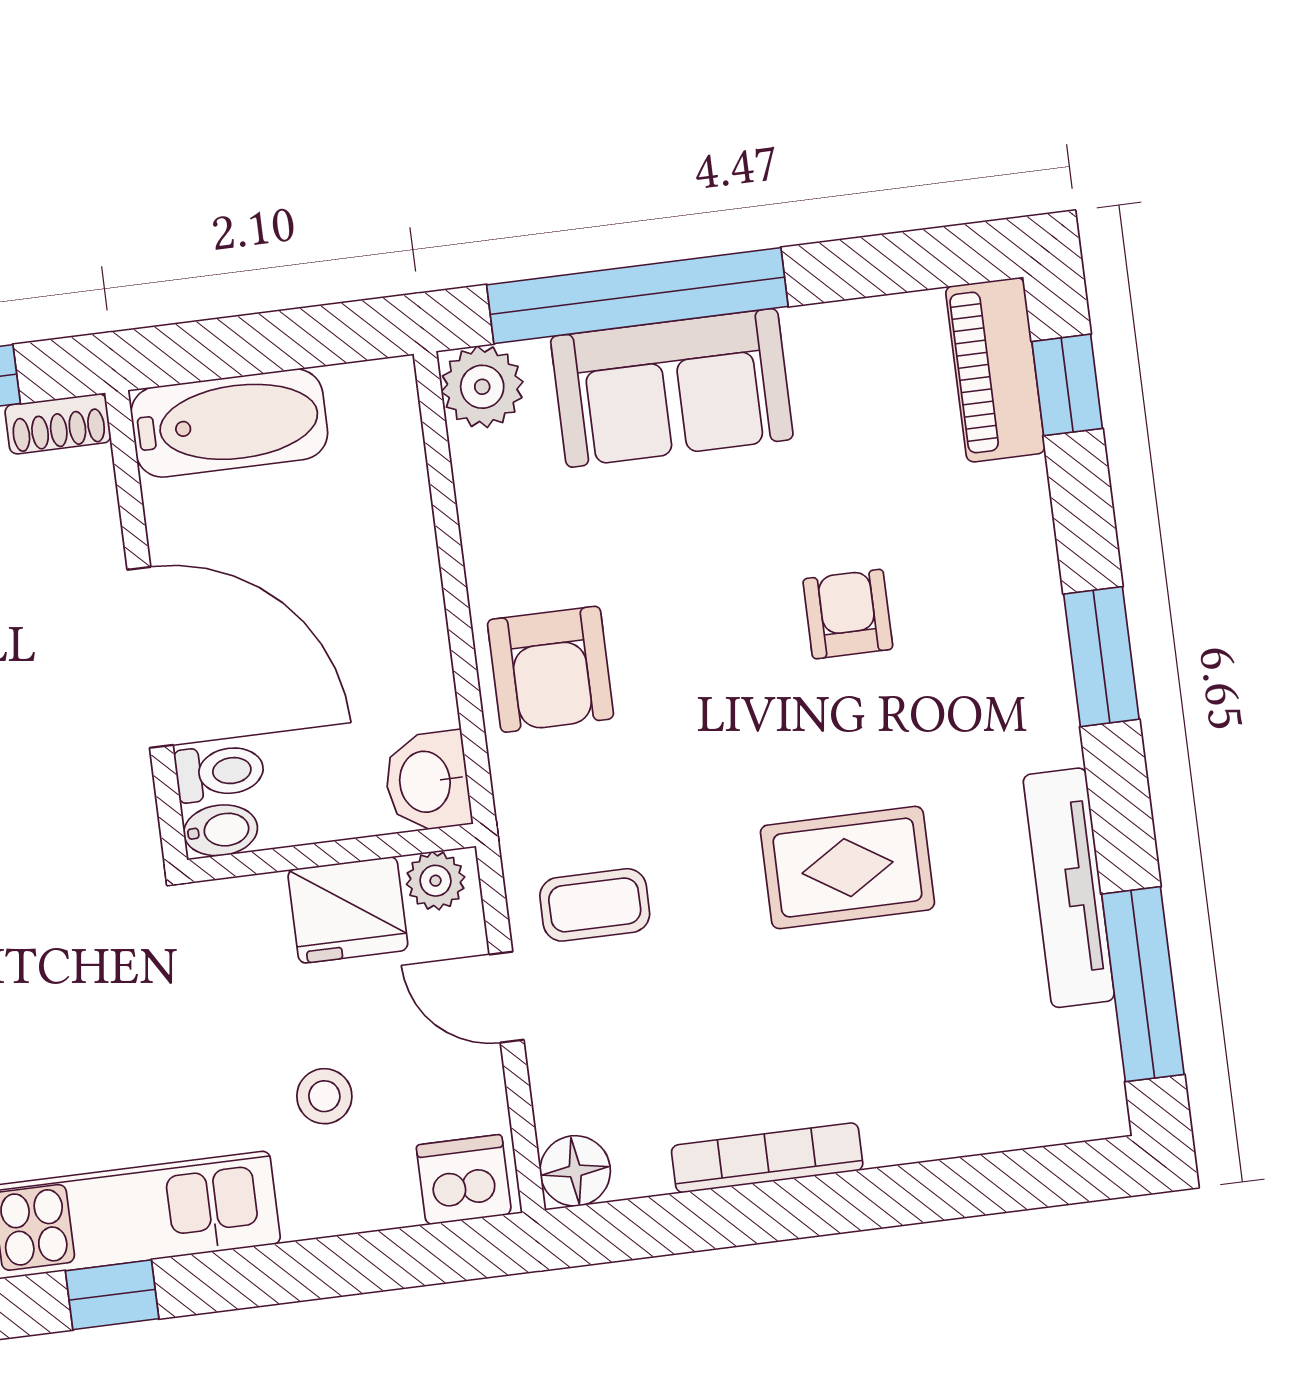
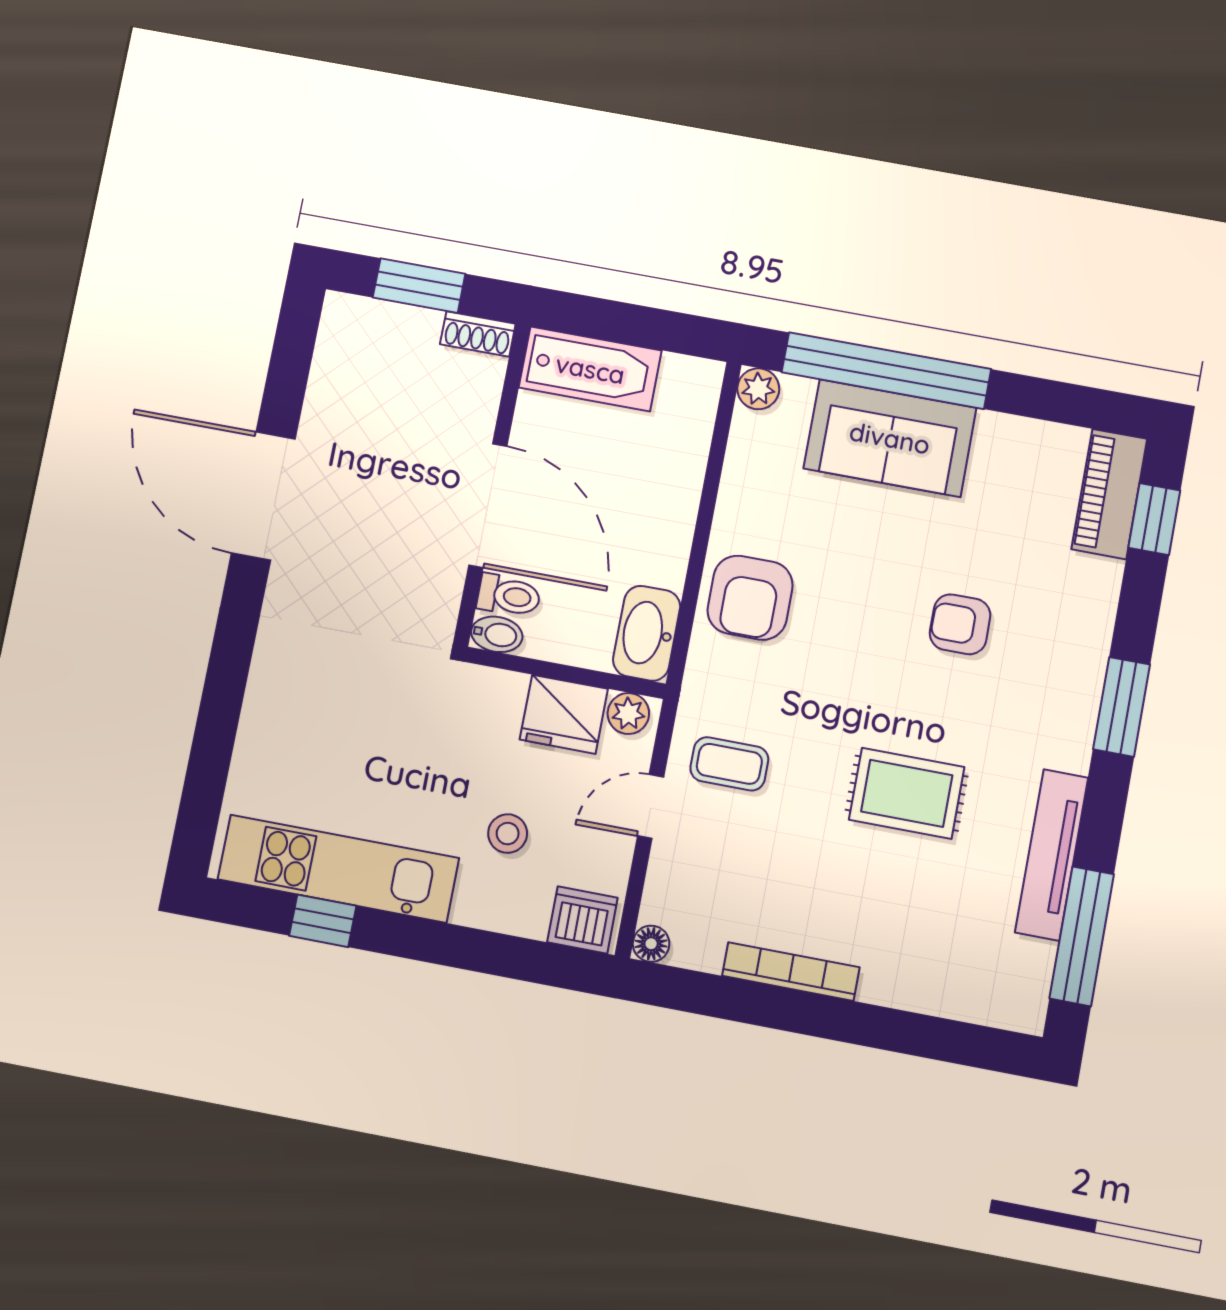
plant: (482, 387) -> (758, 389), width x0.73, depth x0.73
armchair: (848, 614) -> (960, 624), turned -90
washbasin: (427, 781) -> (647, 633), width x1.38
door: (506, 997) -> (651, 807), hinge flipped
floor lamp: (575, 1171) -> (651, 944), width x0.73, depth x0.73

